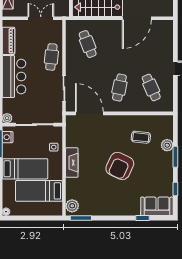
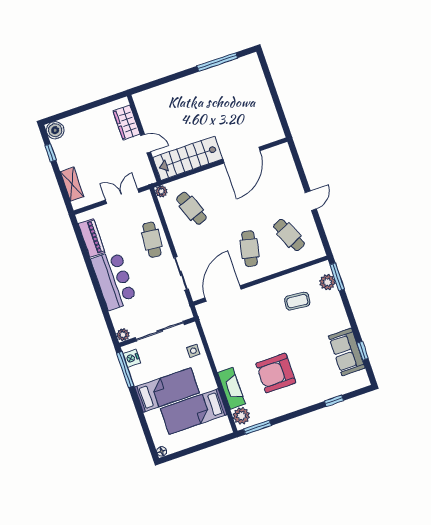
plant: (70, 24) -> (161, 191), added
door: (89, 113) -> (223, 294), hinge flipped
plant: (167, 145) -> (327, 282), moved
window: (175, 157) -> (337, 277), moved
fireplace: (72, 163) -> (231, 388), moved
armchair: (120, 166) -> (276, 373), moved, turned 65
sofa: (157, 206) -> (347, 352), moved, turned -90

